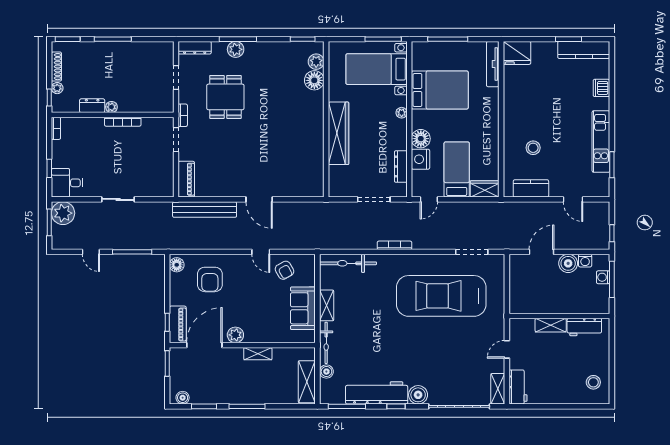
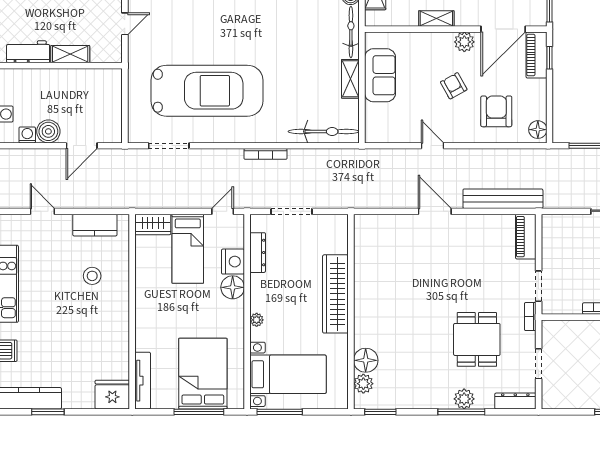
bed: (440, 90) -> (203, 374), moved, turned 90
armchair: (285, 270) -> (454, 86), moved

